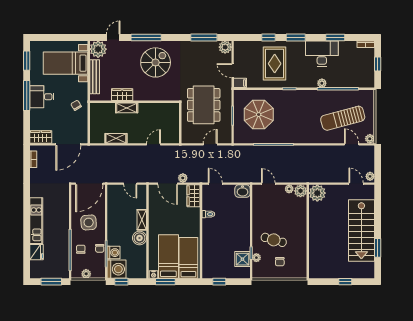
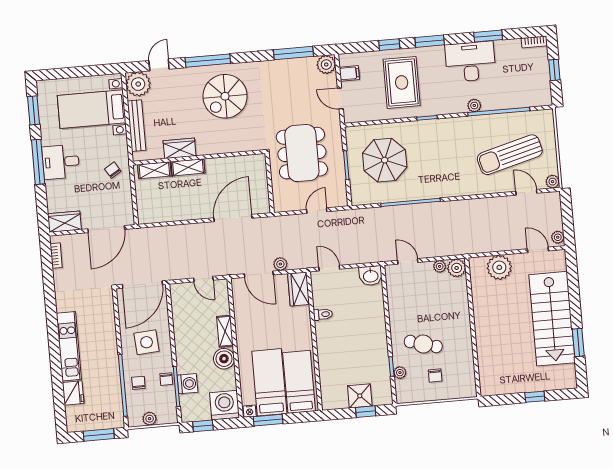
spiral stairs: (156, 62) -> (225, 96), turned 180
filing cabinet: (240, 83) -> (349, 73), moved
shelving: (116, 138) -> (154, 170), moved
door: (154, 144) -> (233, 218), width x1.88
plant: (317, 193) -> (499, 267), moved
shower: (242, 259) -> (360, 396), moved
washing machine: (117, 269) -> (225, 405), moved, turned -90
window: (219, 282) -> (366, 412), moved

